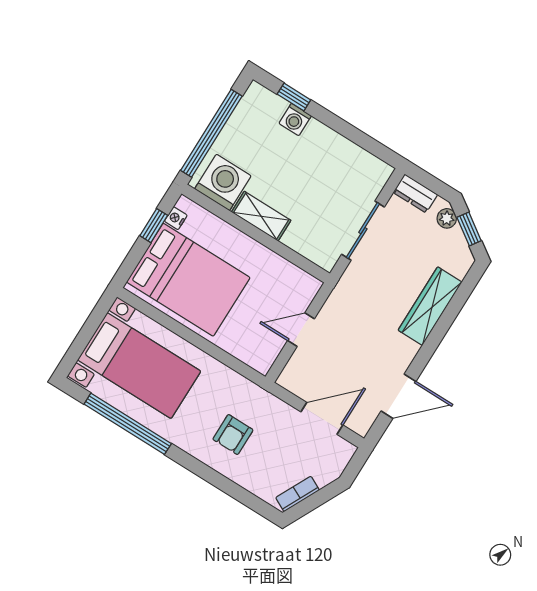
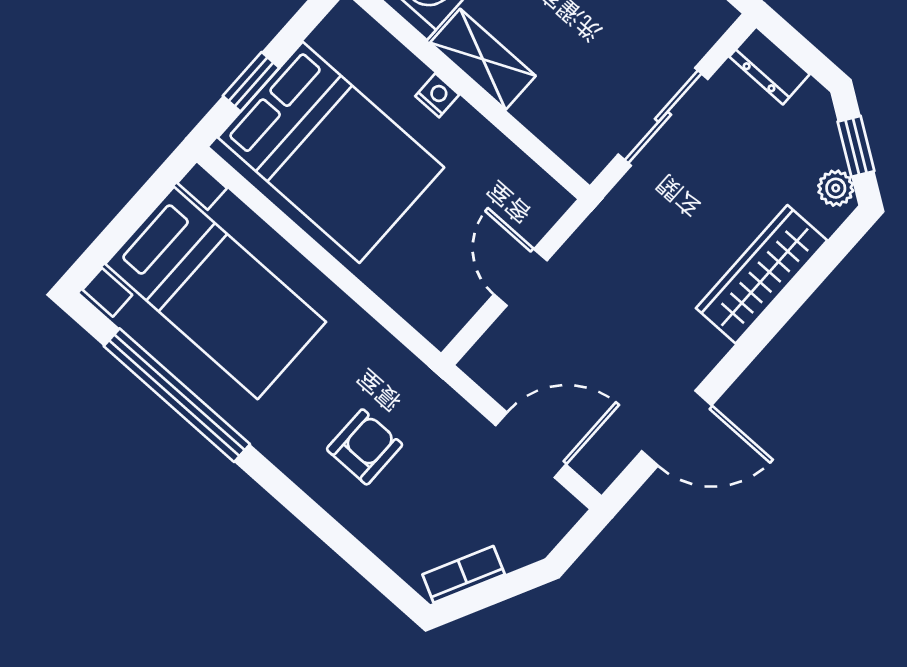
nightstand: (176, 218) -> (437, 95), moved, turned 90
plant: (447, 218) -> (836, 188), moved
window: (154, 226) -> (251, 82), moved
door: (301, 330) -> (520, 277), hinge flipped
armchair: (233, 435) -> (365, 447), turned 180

